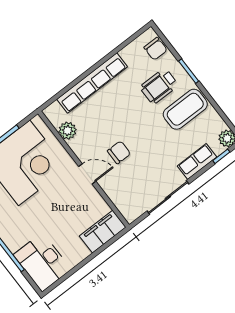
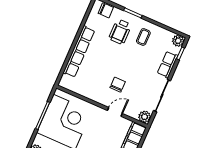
coffee table: (185, 109) -> (143, 37), width x0.54, depth x0.58
plant: (68, 131) -> (145, 117), moved
door: (87, 174) -> (115, 112), moved

